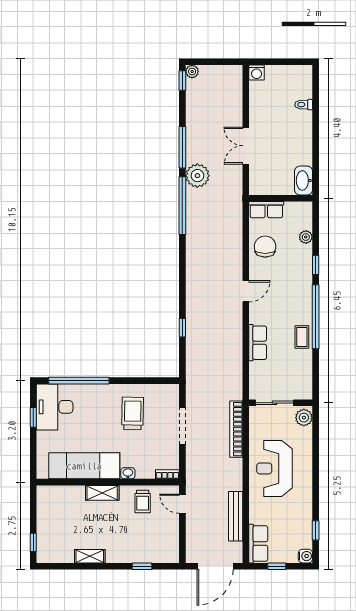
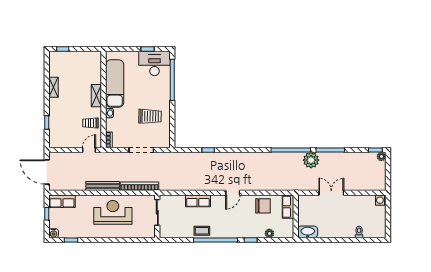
door: (246, 291) -> (233, 193), hinge flipped
plant: (304, 418) -> (147, 232), removed
bench: (236, 516) -> (103, 186), moved

